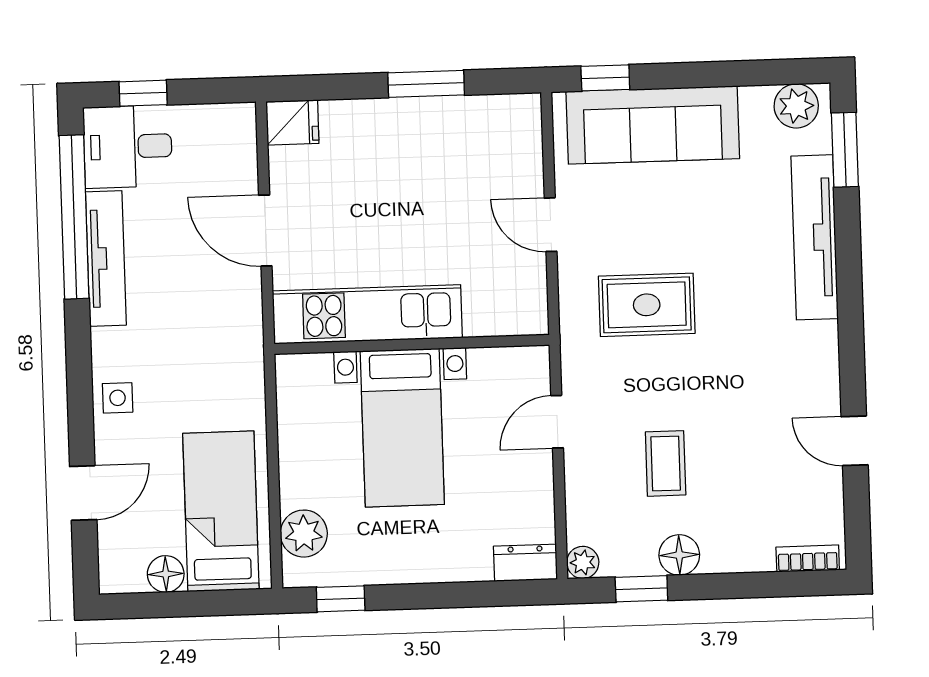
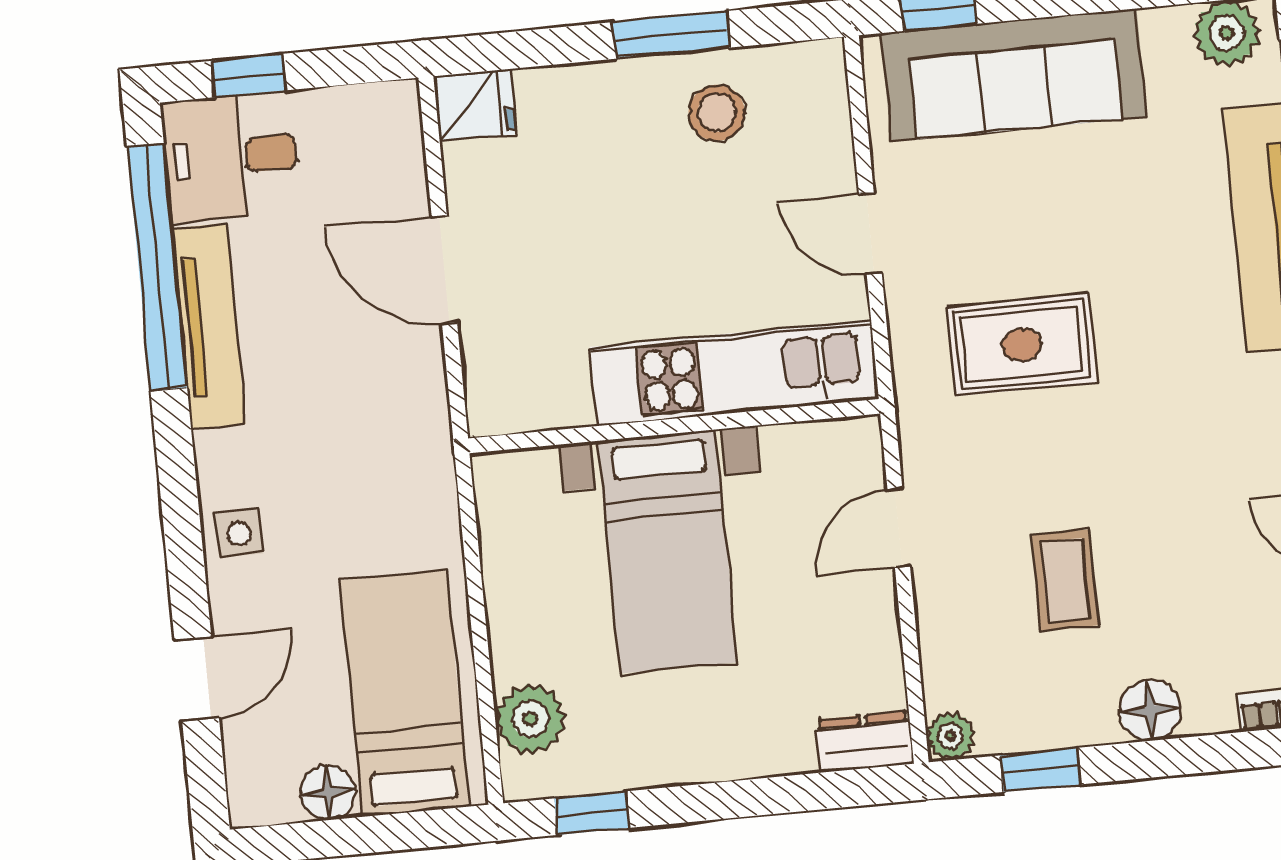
stool: (453, 138) -> (717, 113), added
kitchen unit: (367, 314) -> (734, 373), moved
floor lamp: (679, 555) -> (1150, 710), moved

